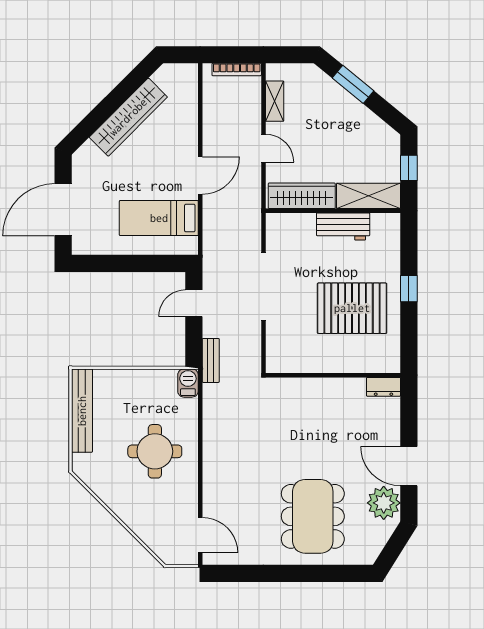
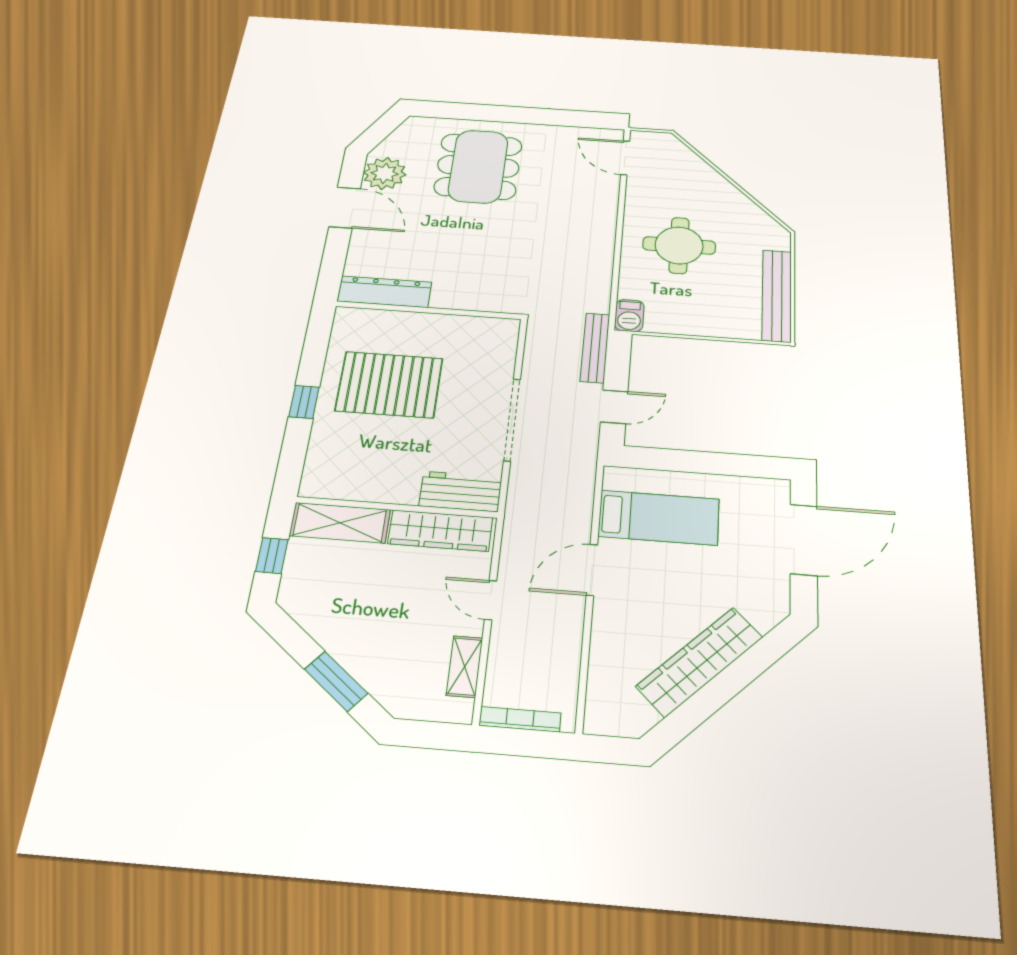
workbench: (343, 227) -> (461, 491), moved
bench: (211, 360) -> (595, 348), width x1.36
dresser: (384, 387) -> (384, 292), width x1.96, depth x1.24

